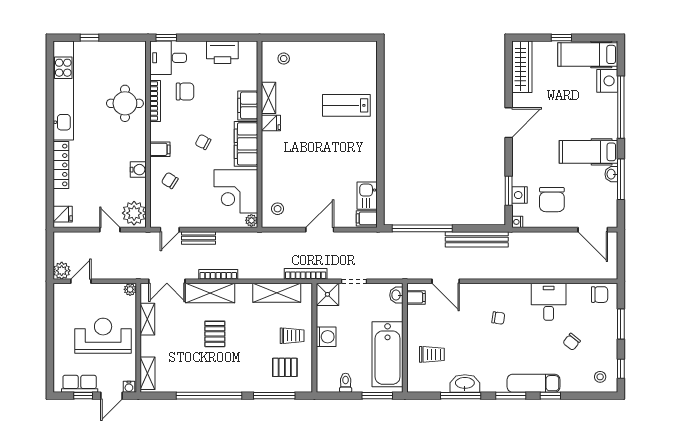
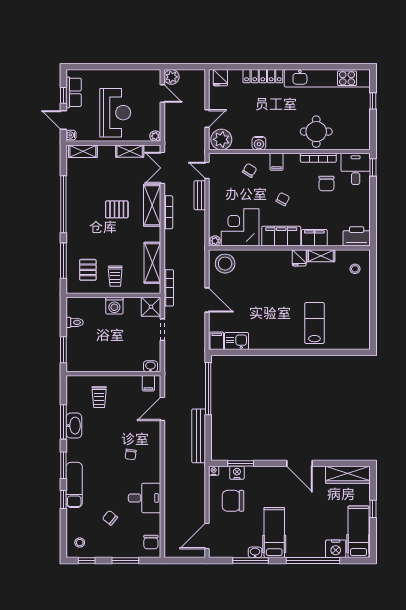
printer: (222, 52) -> (357, 236), moved, turned 90
stool: (278, 209) -> (225, 264), width x1.89, depth x1.89
bathtub: (388, 354) -> (99, 359), removed

